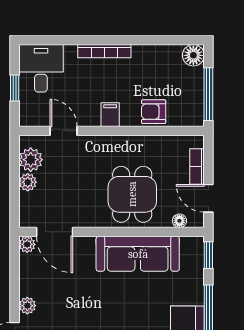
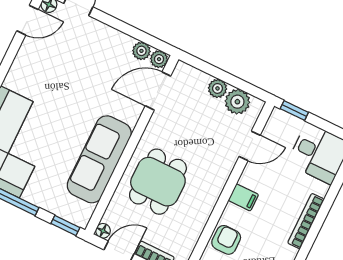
window: (15, 88) -> (294, 111), moved
dining table: (132, 194) -> (158, 182), turned 90
floor lamp: (179, 221) -> (103, 231), moved
plant: (27, 306) -> (141, 51), moved

